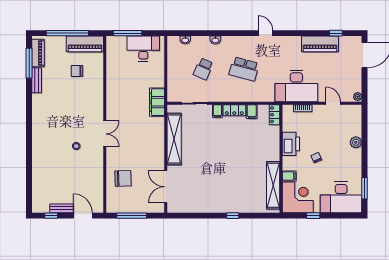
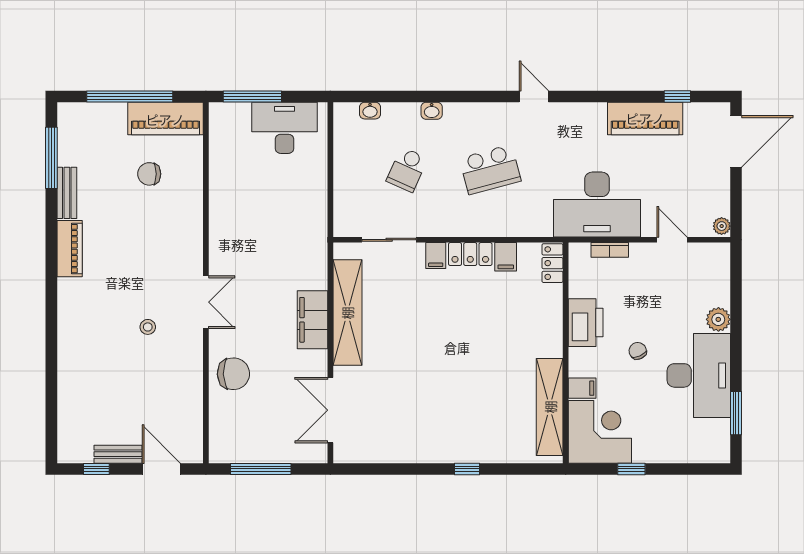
piano: (38, 53) -> (70, 249), moved
school desk: (244, 69) -> (490, 170), turned -30
filing cabinet: (157, 102) -> (313, 320), moved
chair: (123, 178) -> (233, 374), moved
desk: (341, 197) -> (699, 375), moved, turned -90

